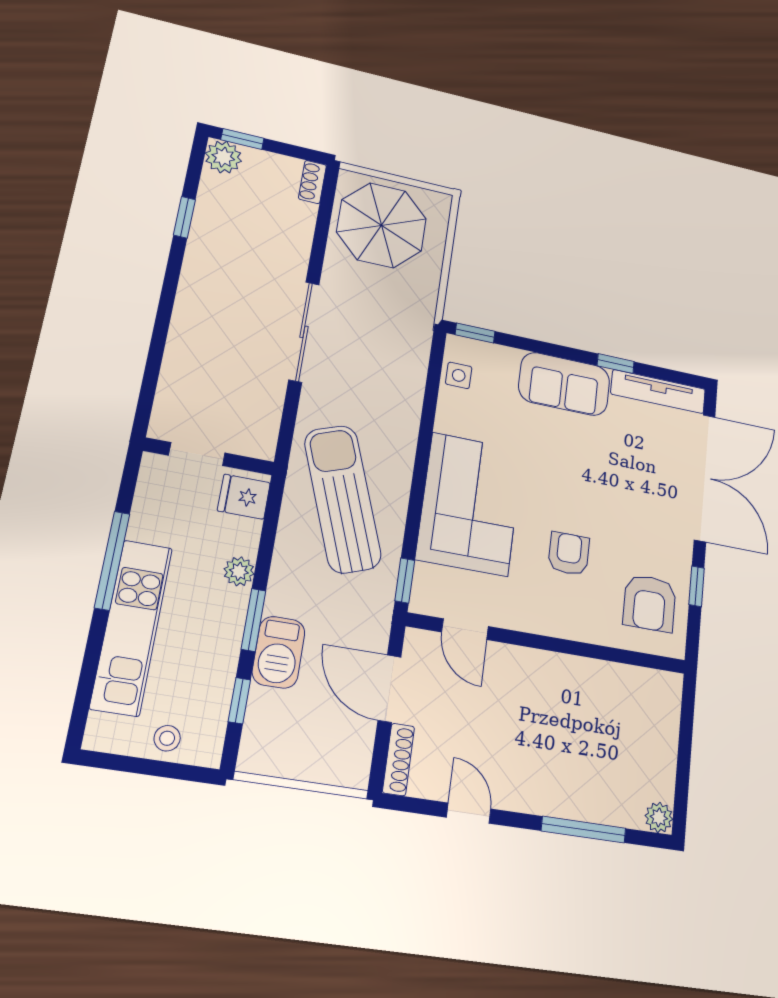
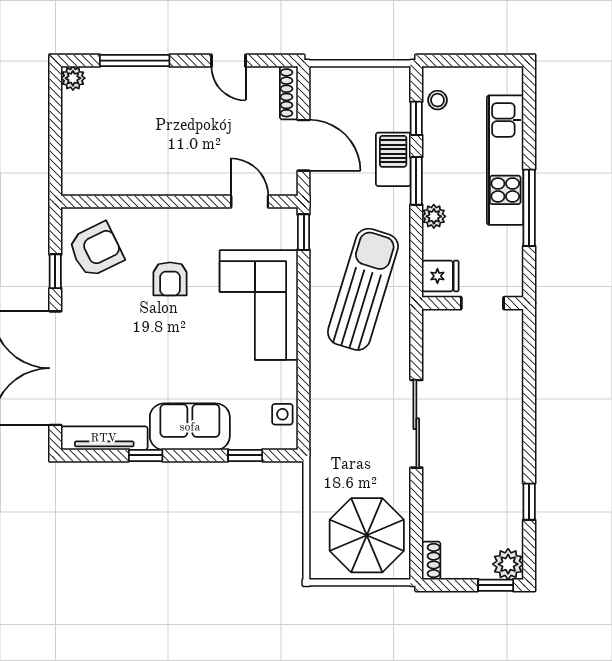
window: (475, 333) -> (245, 455), moved
sun lounger: (343, 499) -> (363, 289), turned -143
armchair: (649, 603) -> (96, 250), turned 64
stool: (167, 738) -> (438, 100), moved

